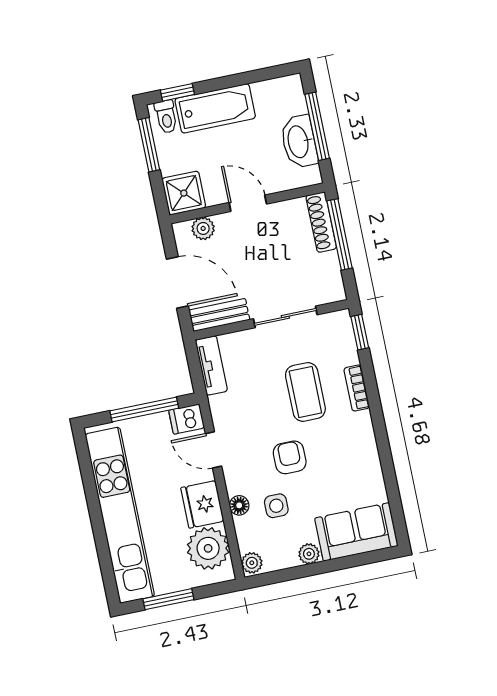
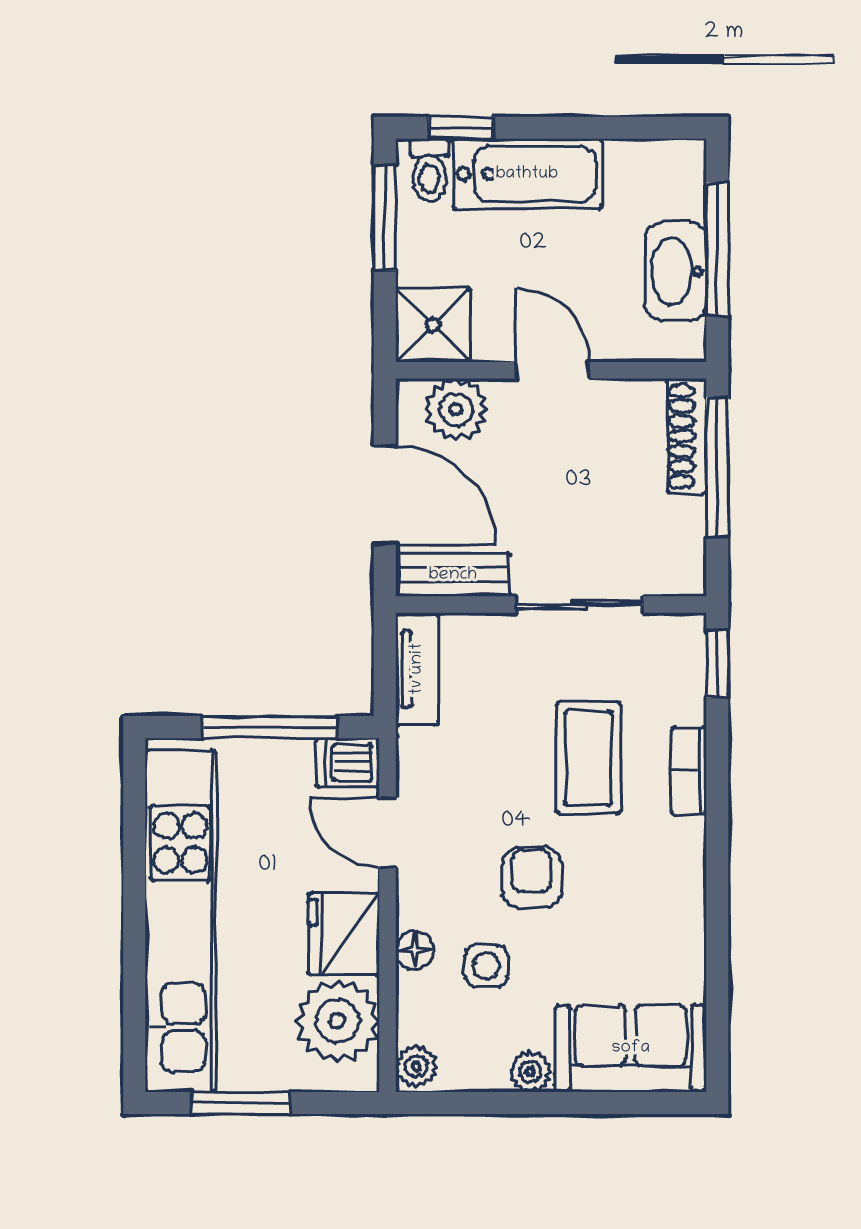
plant: (203, 228) -> (456, 409), width x1.38, depth x1.38

